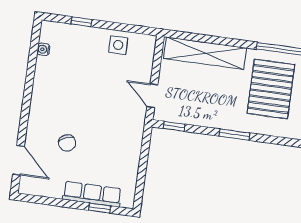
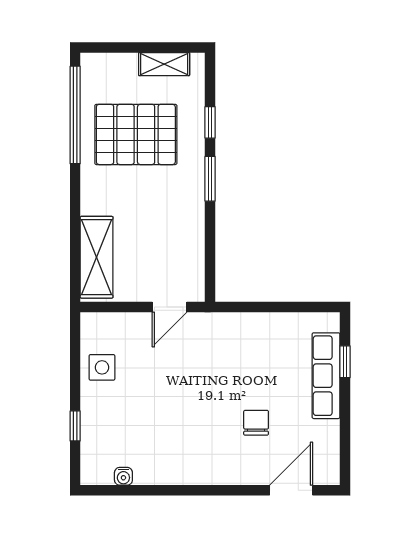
shelving: (205, 53) -> (97, 257), width x0.68
window: (174, 126) -> (210, 122), moved
chair: (67, 143) -> (256, 423), turned -67

